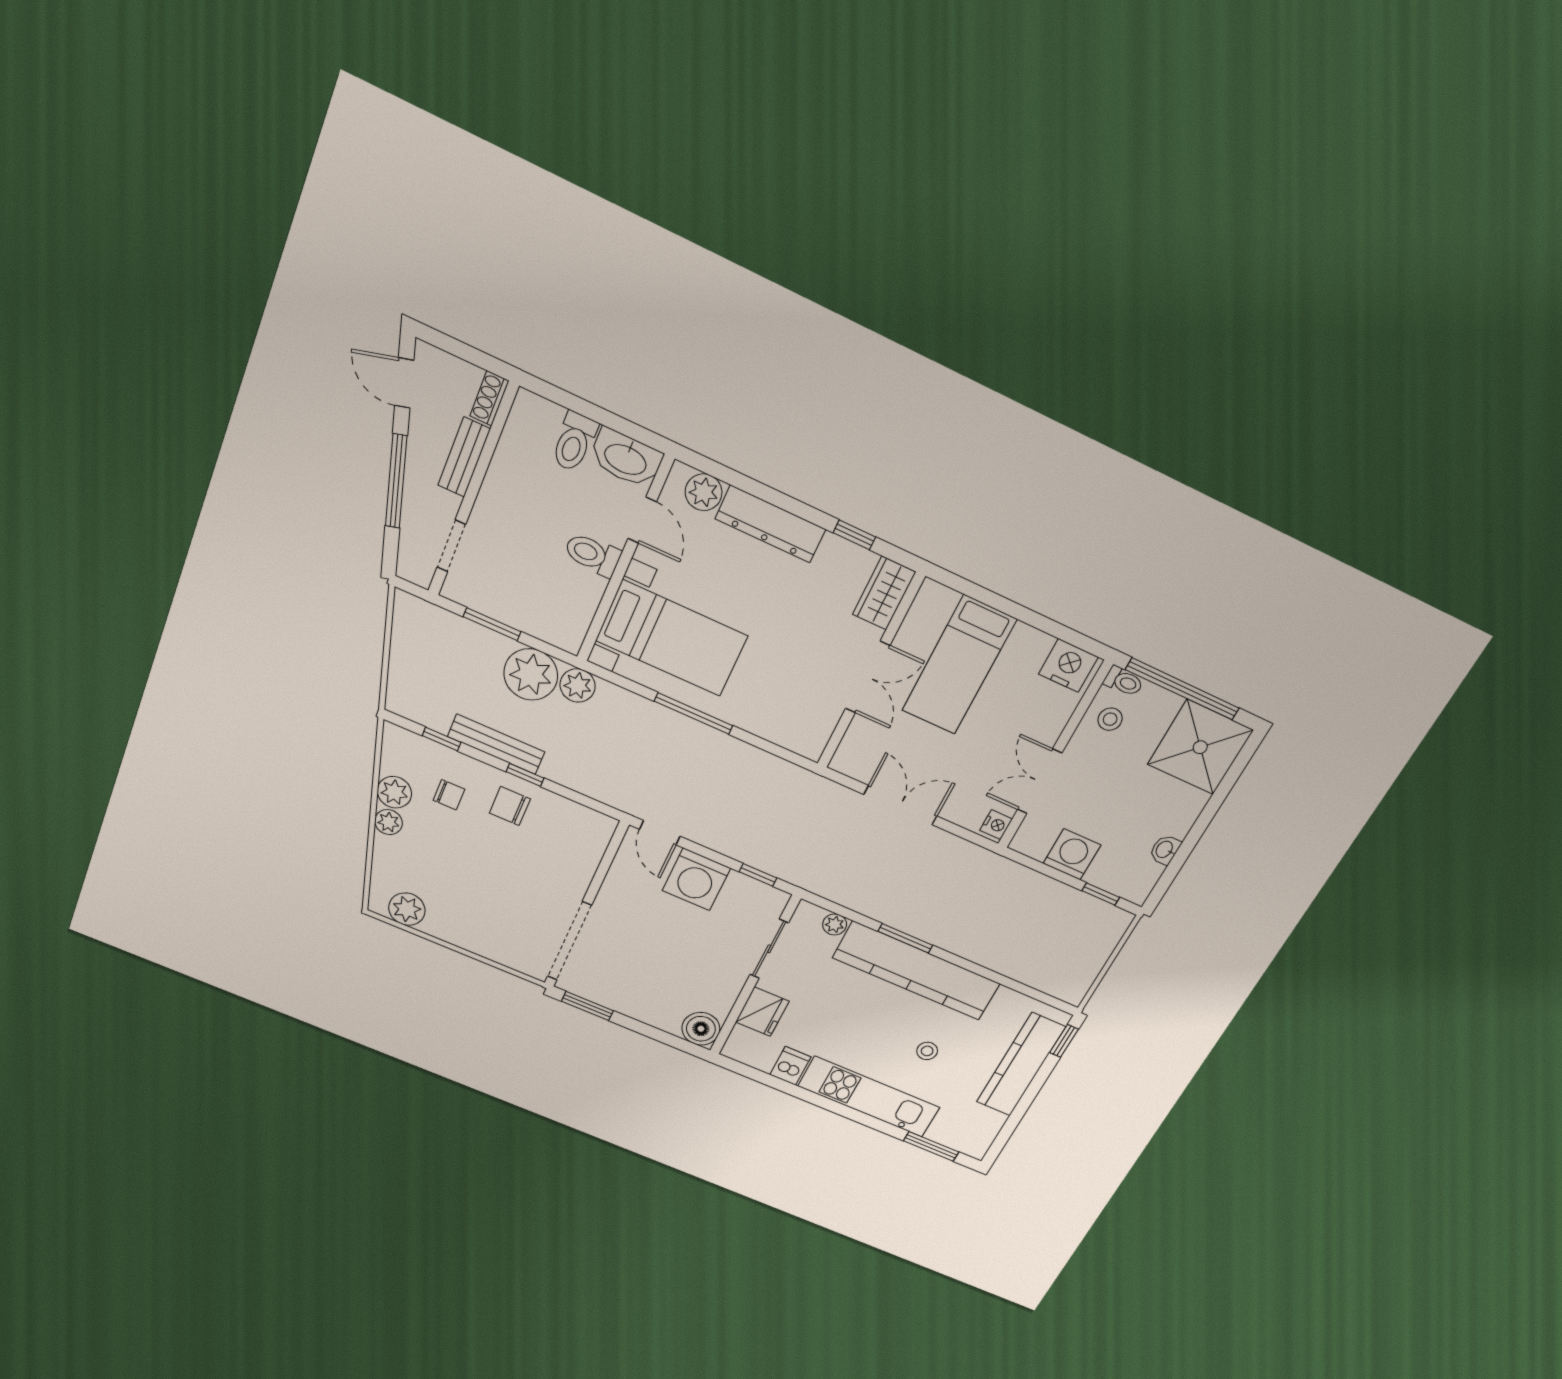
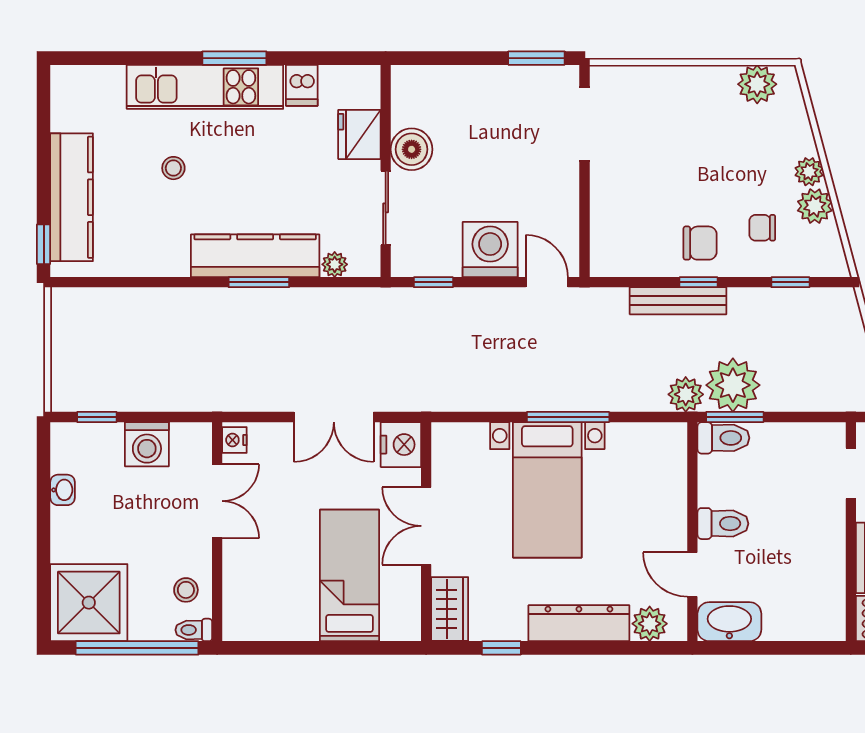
toilet: (574, 442) -> (723, 438), moved, turned 90
window: (492, 624) -> (735, 417), moved
bed with nightstands: (672, 638) -> (547, 490), moved, turned -90
nightstand: (1068, 666) -> (401, 445), moved, turned -90
bench: (496, 744) -> (678, 301), moved
doorway: (569, 941) -> (585, 124), width x0.73
kitchen counter: (916, 971) -> (255, 256), width x0.72, depth x0.86
boiler: (701, 1029) -> (412, 149), moved
window: (931, 1146) -> (234, 58), moved

